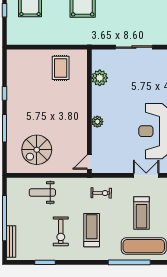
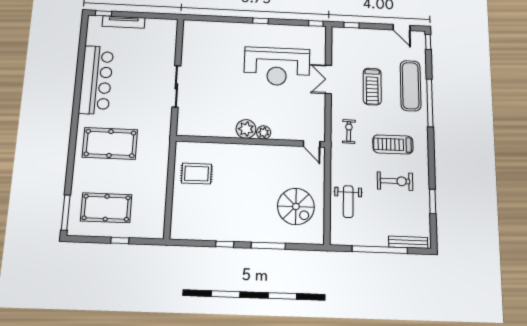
plant: (100, 78) -> (246, 129), moved
treadmill: (141, 213) -> (372, 87), turned 90

